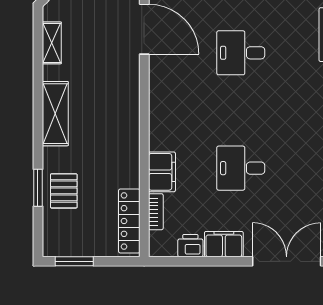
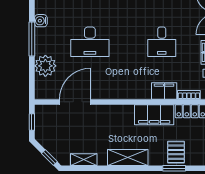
desk: (241, 53) -> (90, 42), width x1.37
filing cabinet: (124, 156) -> (154, 115), added
pallet: (64, 191) -> (176, 152), turned 90

